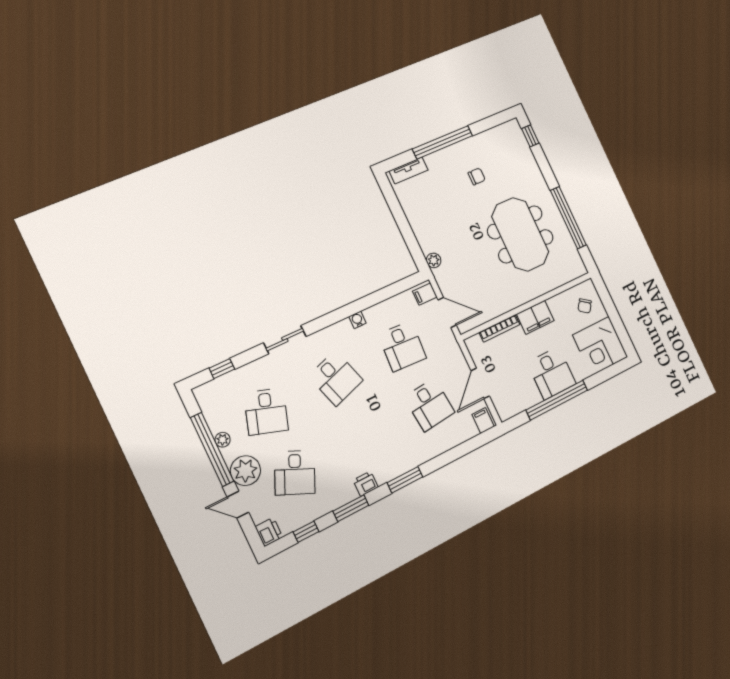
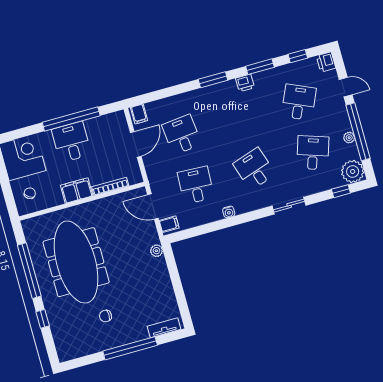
window: (530, 136) -> (43, 319), moved
meeting table: (520, 234) -> (76, 262), width x1.36
plant: (245, 471) -> (353, 171), moved

